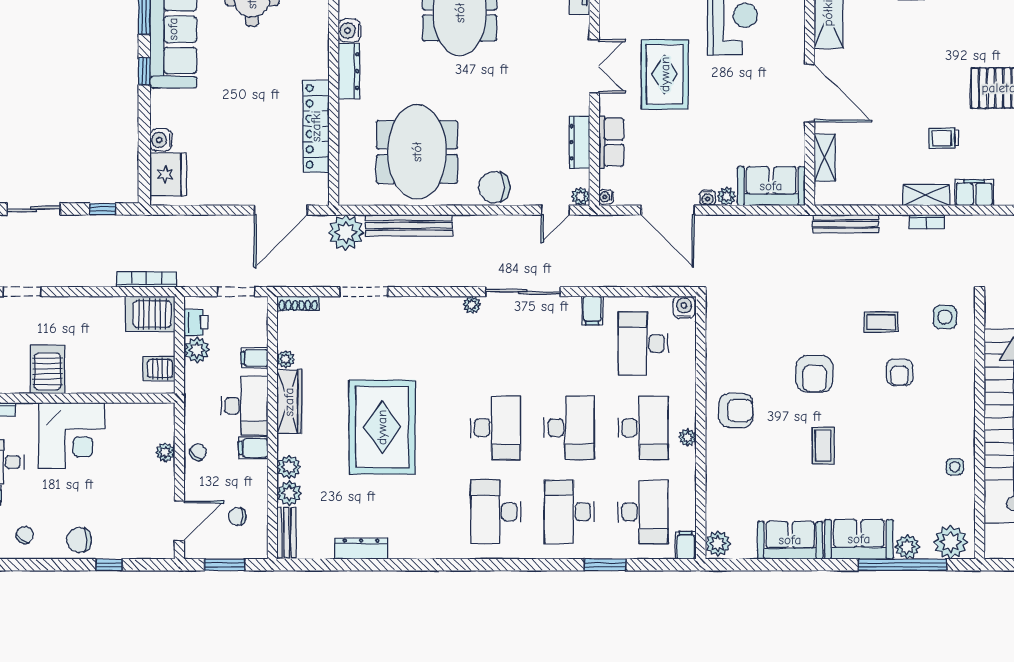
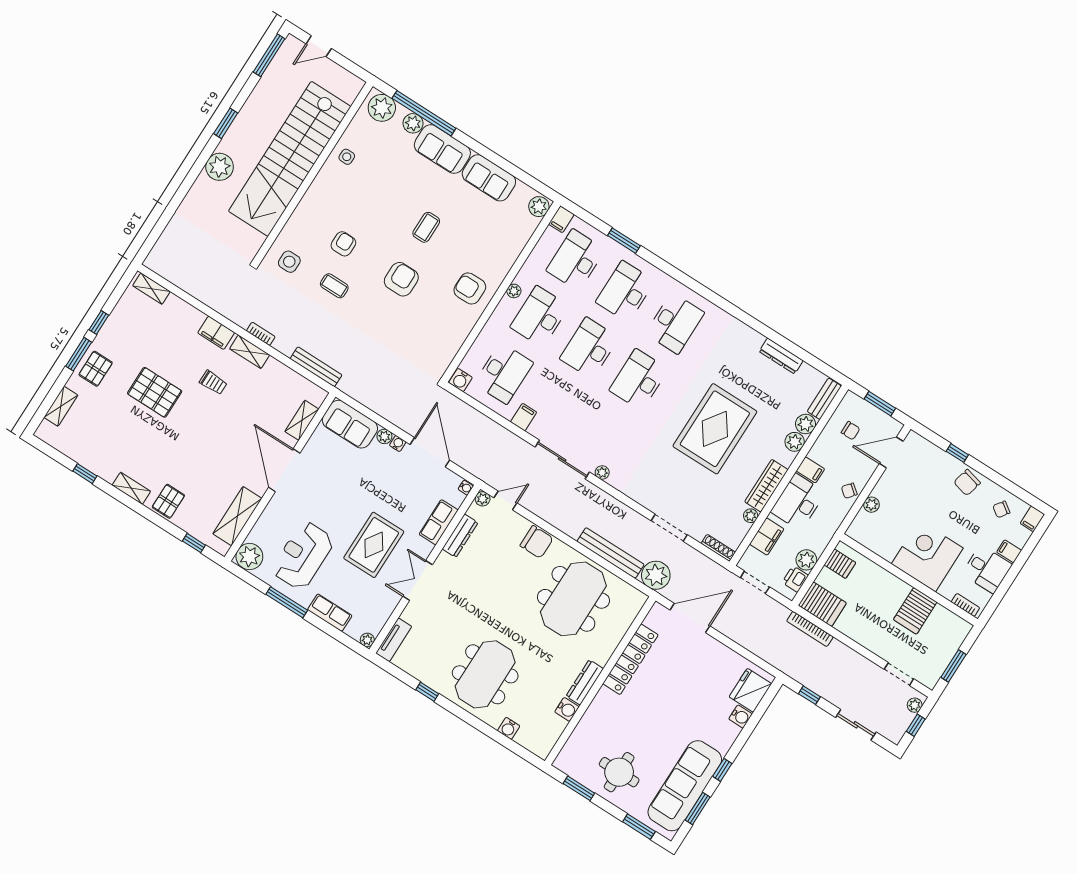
filing cabinet: (255, 358) -> (767, 537), width x2.00
desk: (569, 512) -> (625, 292), turned 180
chair: (79, 540) -> (967, 483), turned 103

